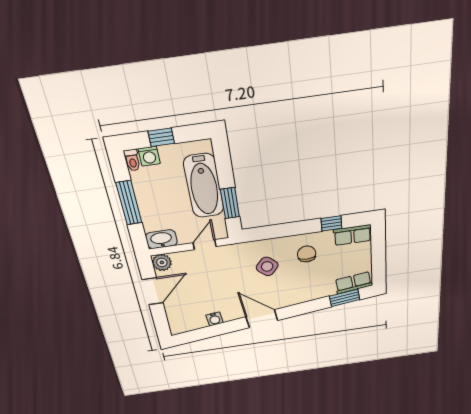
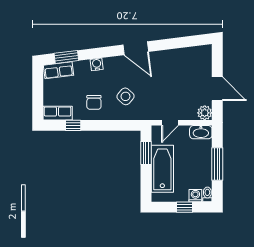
door: (153, 291) -> (217, 89), swing flipped
water cooler: (215, 319) -> (97, 64), moved

